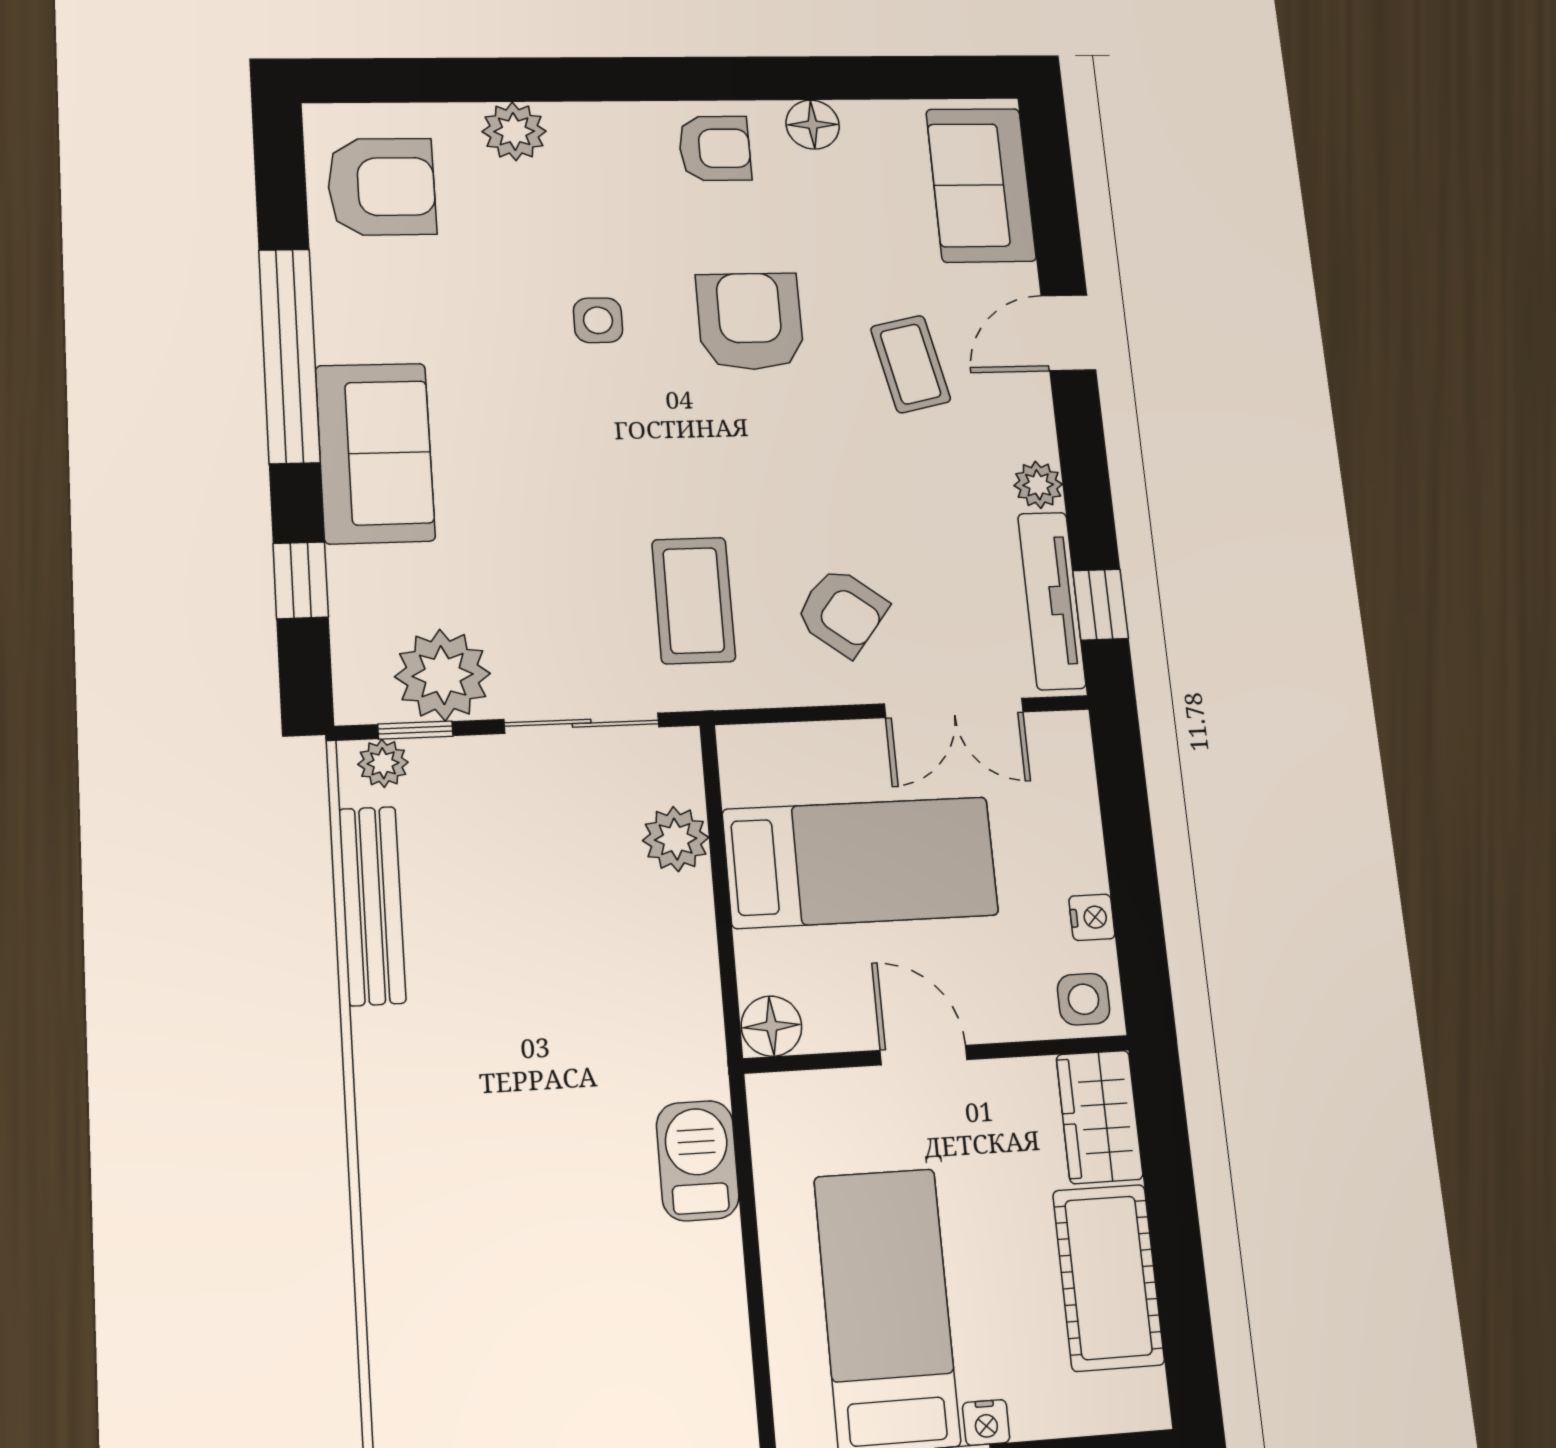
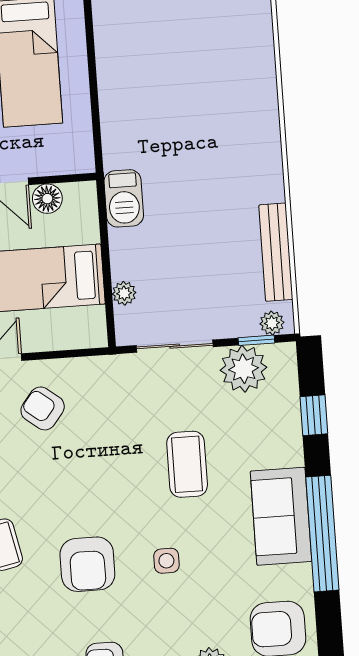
sofa: (375, 453) -> (281, 516), moved
coffee table: (694, 600) -> (187, 464), moved
plant: (676, 839) -> (124, 293), width x0.73, depth x0.73
floor lamp: (772, 1026) -> (47, 199), moved
barbecue: (698, 1161) -> (124, 198), moved

